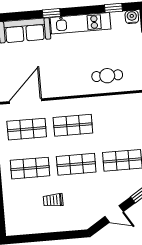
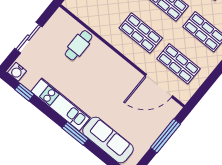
window: (51, 13) -> (75, 133), width x1.50
cafe table: (107, 76) -> (79, 45), turned 90

